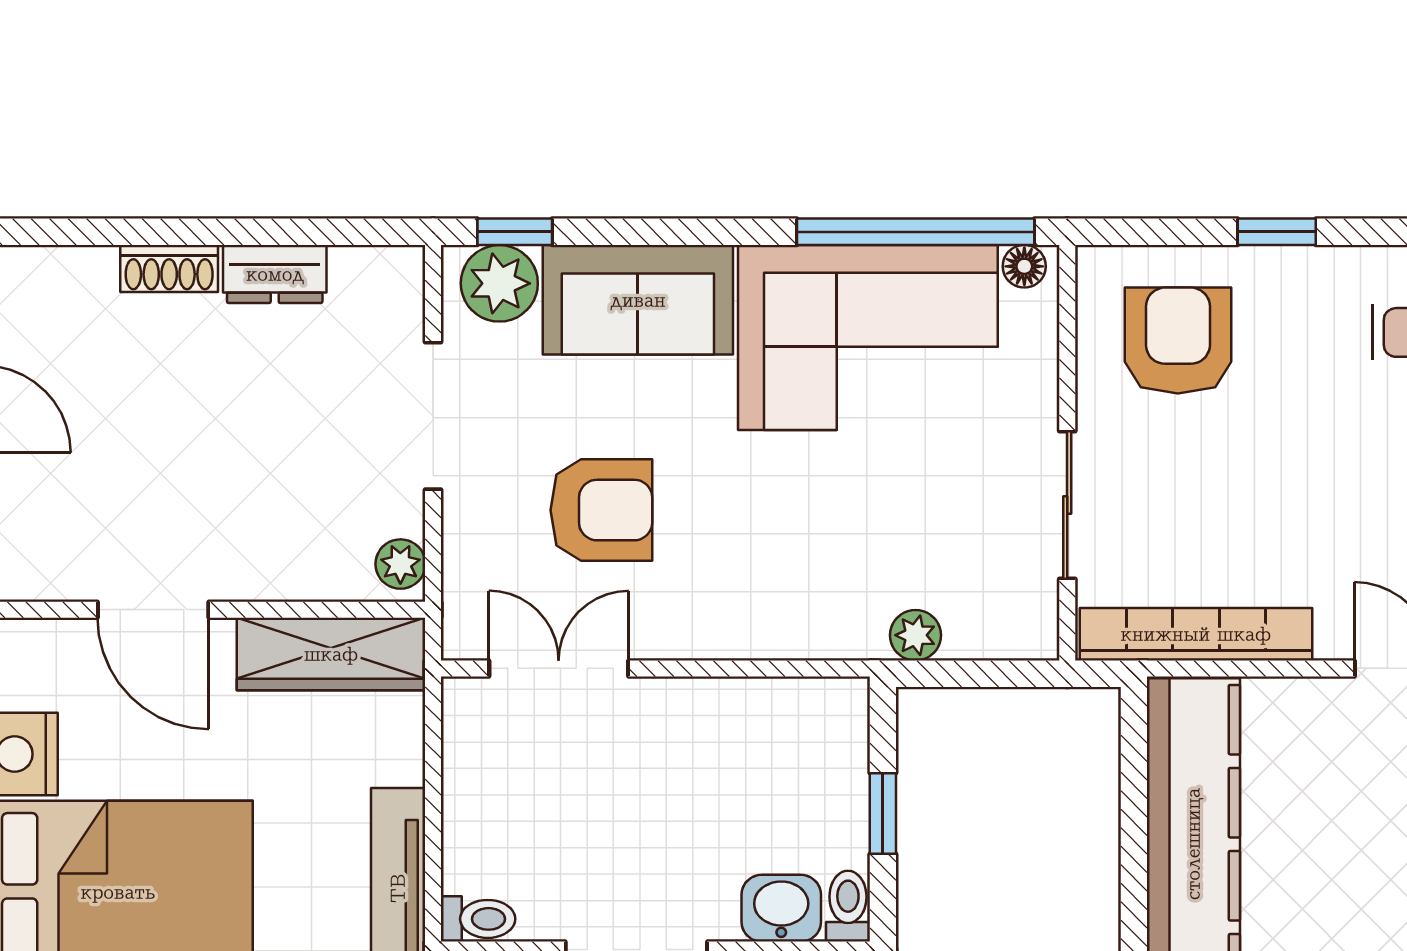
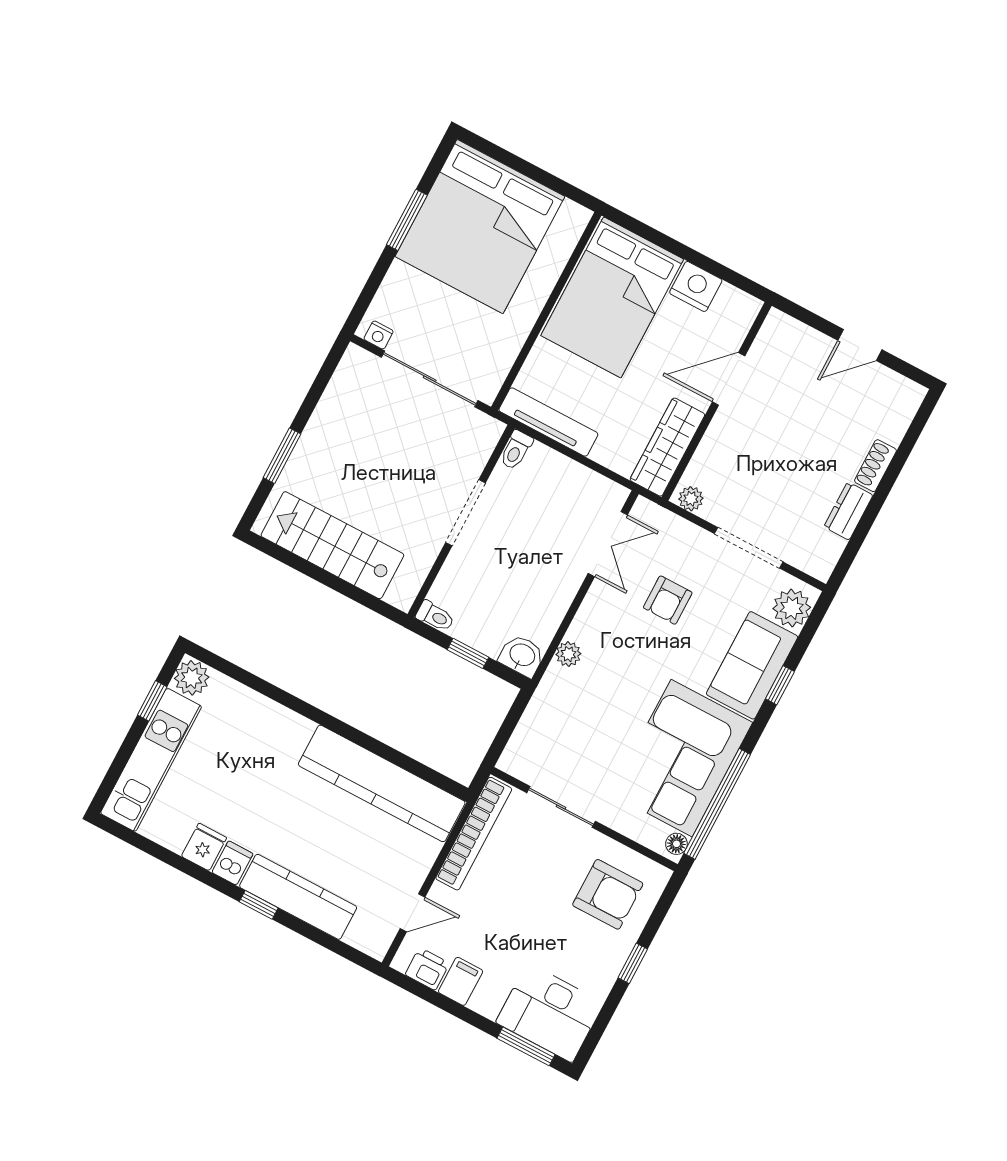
window: (515, 232) -> (780, 685), moved
armchair: (601, 510) -> (668, 600), width x0.72, depth x0.72
plant: (916, 635) -> (568, 654), moved
washbasin: (781, 908) -> (522, 656), moved, turned -90

